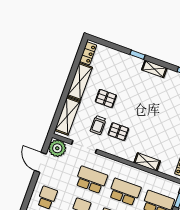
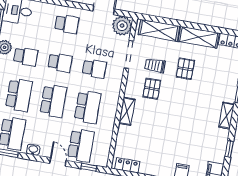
shelving: (147, 162) -> (127, 111), moved
school desk: (91, 180) -> (94, 69), width x0.54

